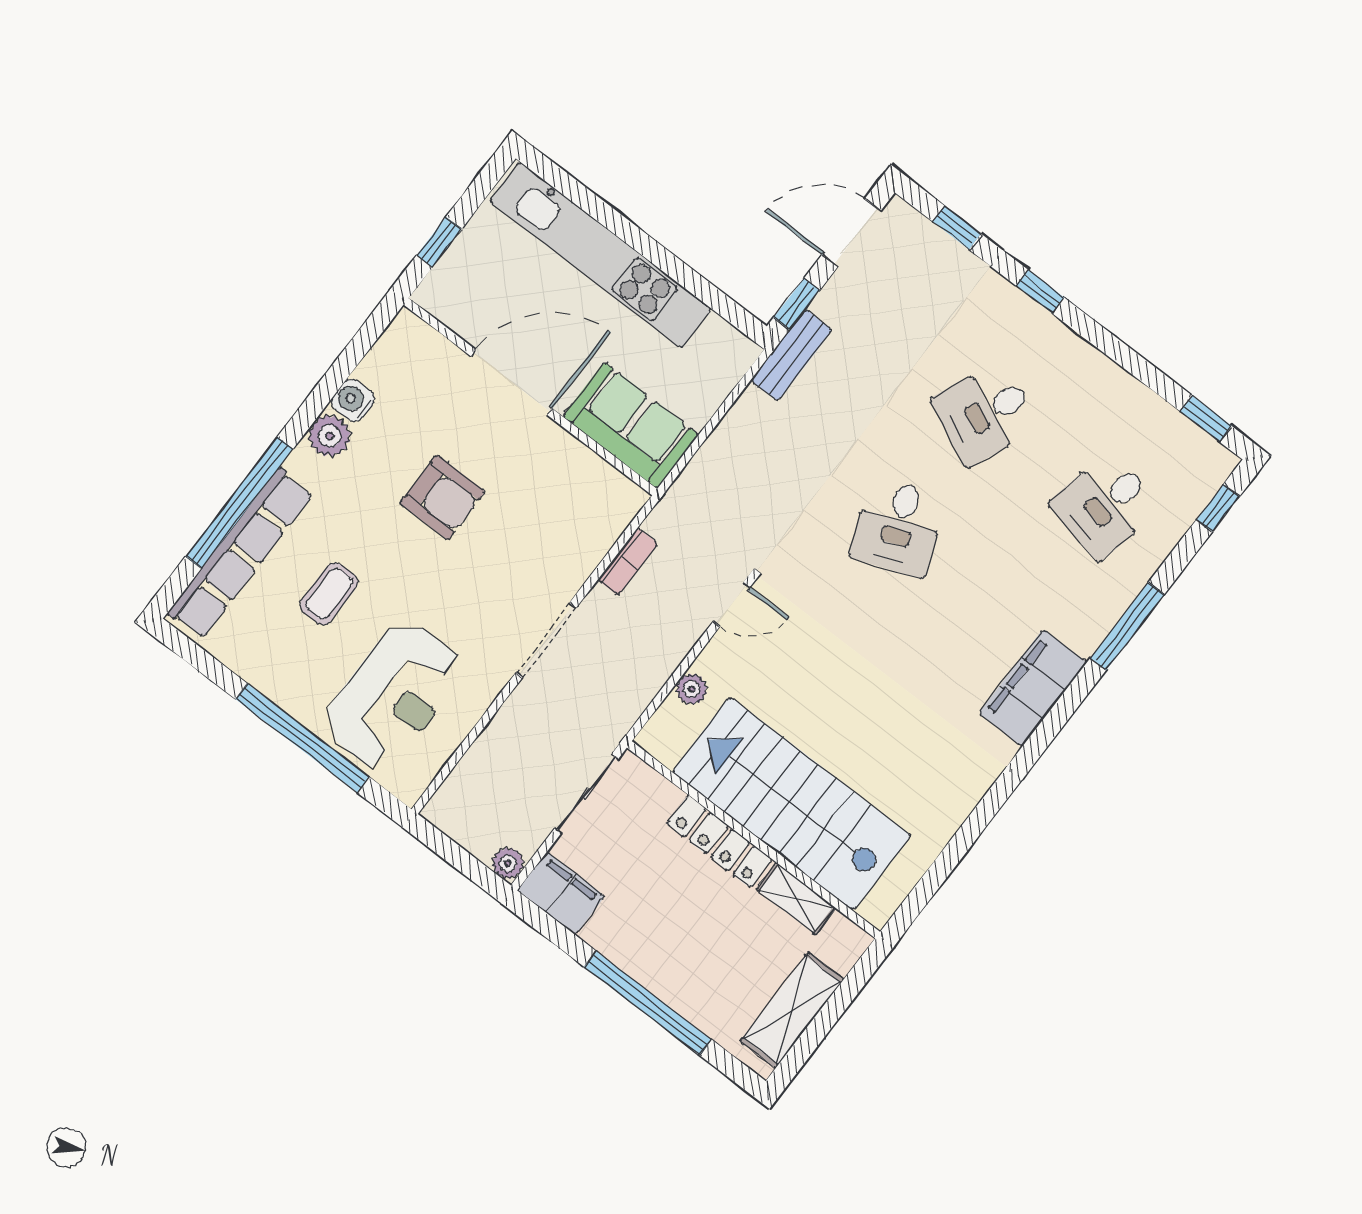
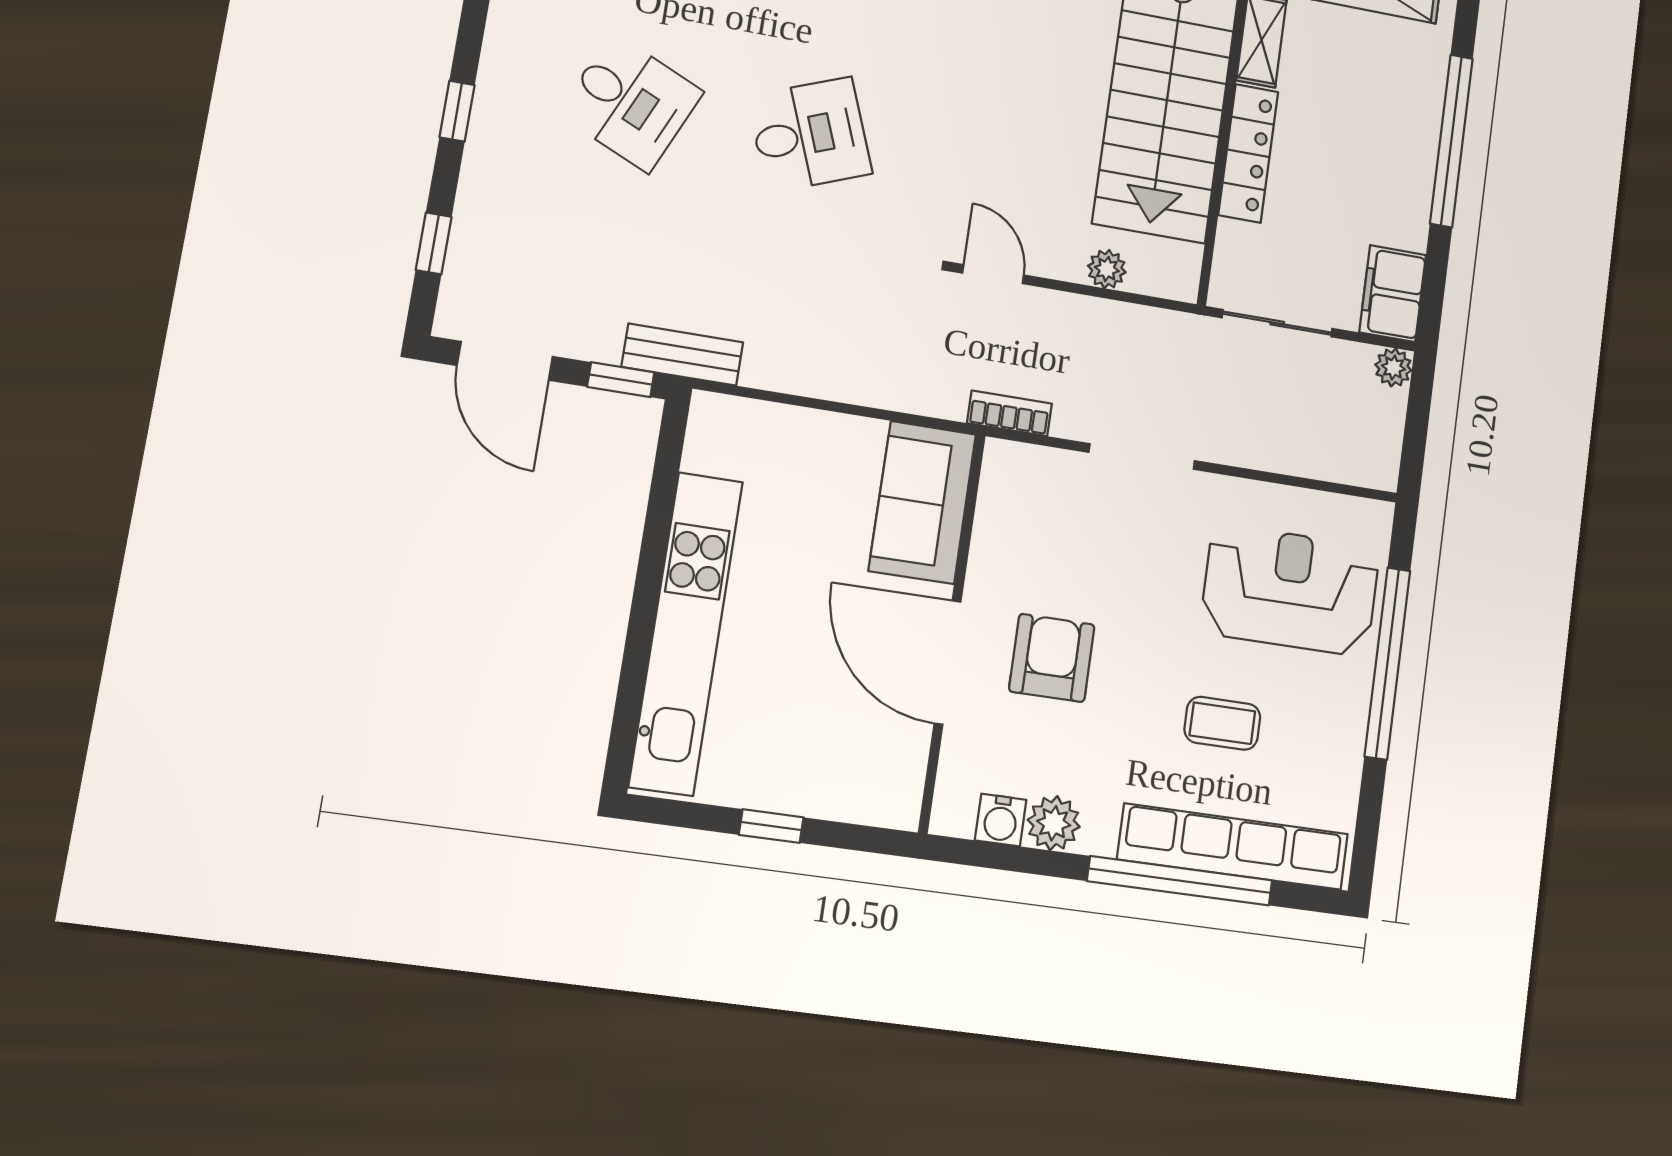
door: (512, 382) -> (948, 662), moved
wall: (530, 397) -> (952, 632), moved
sofa: (631, 425) -> (922, 502), moved

